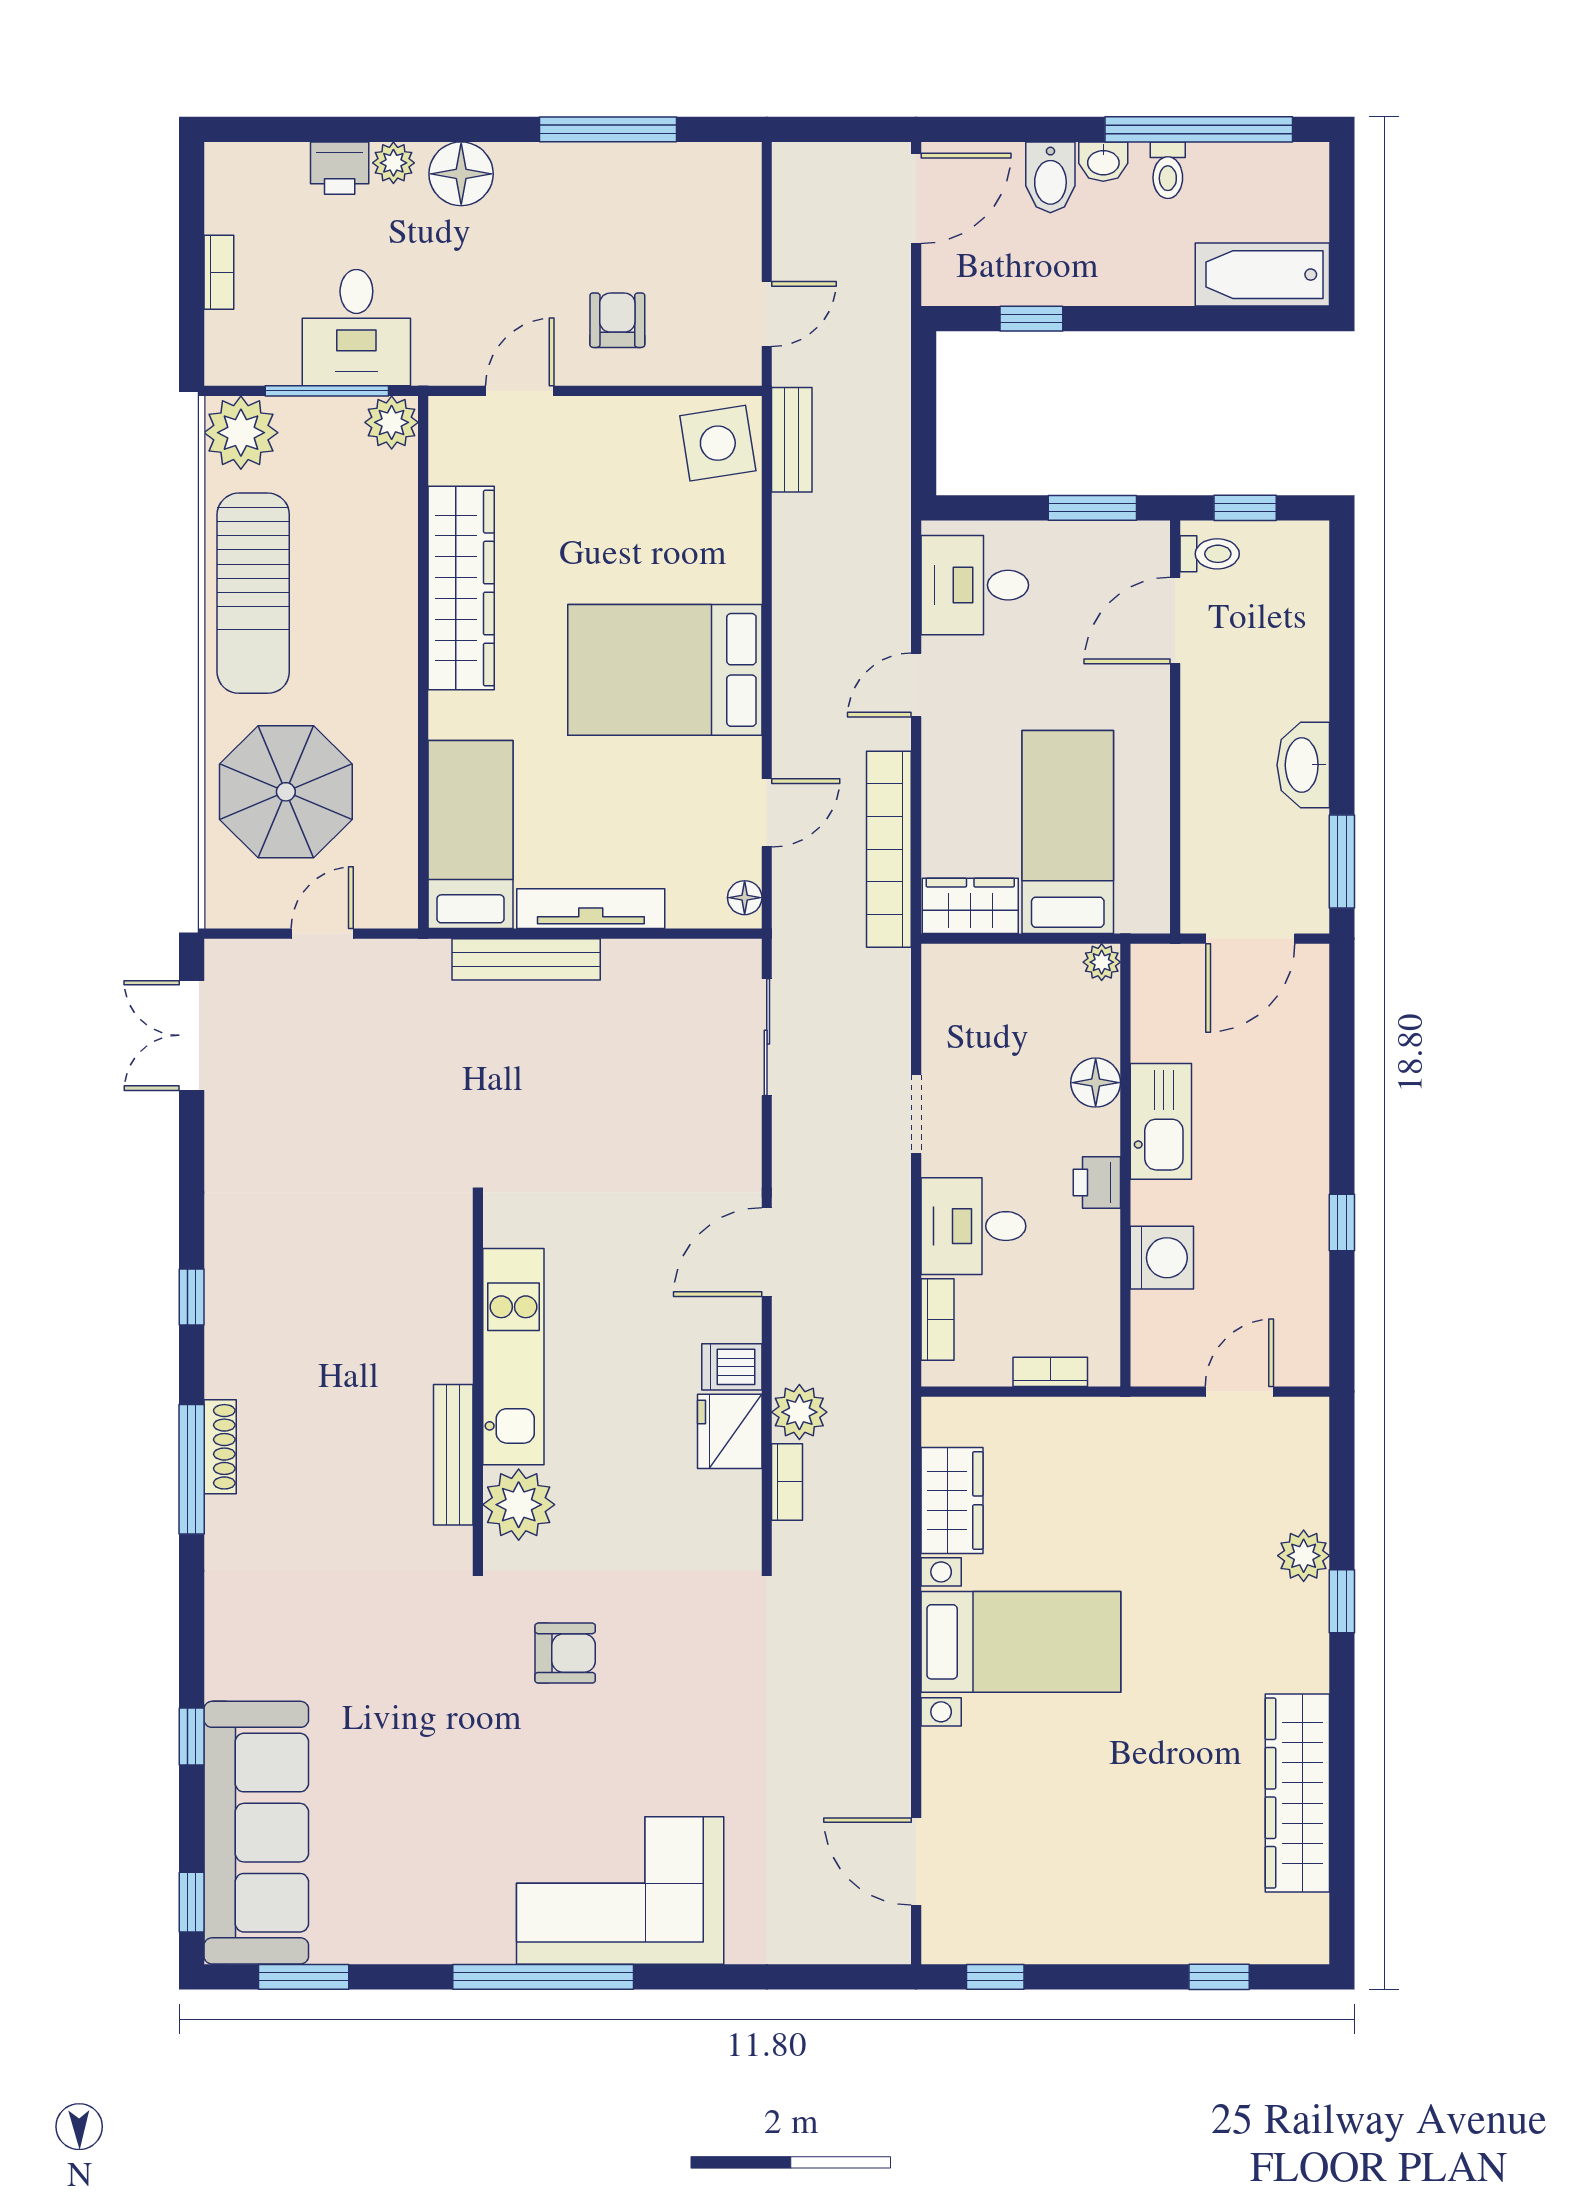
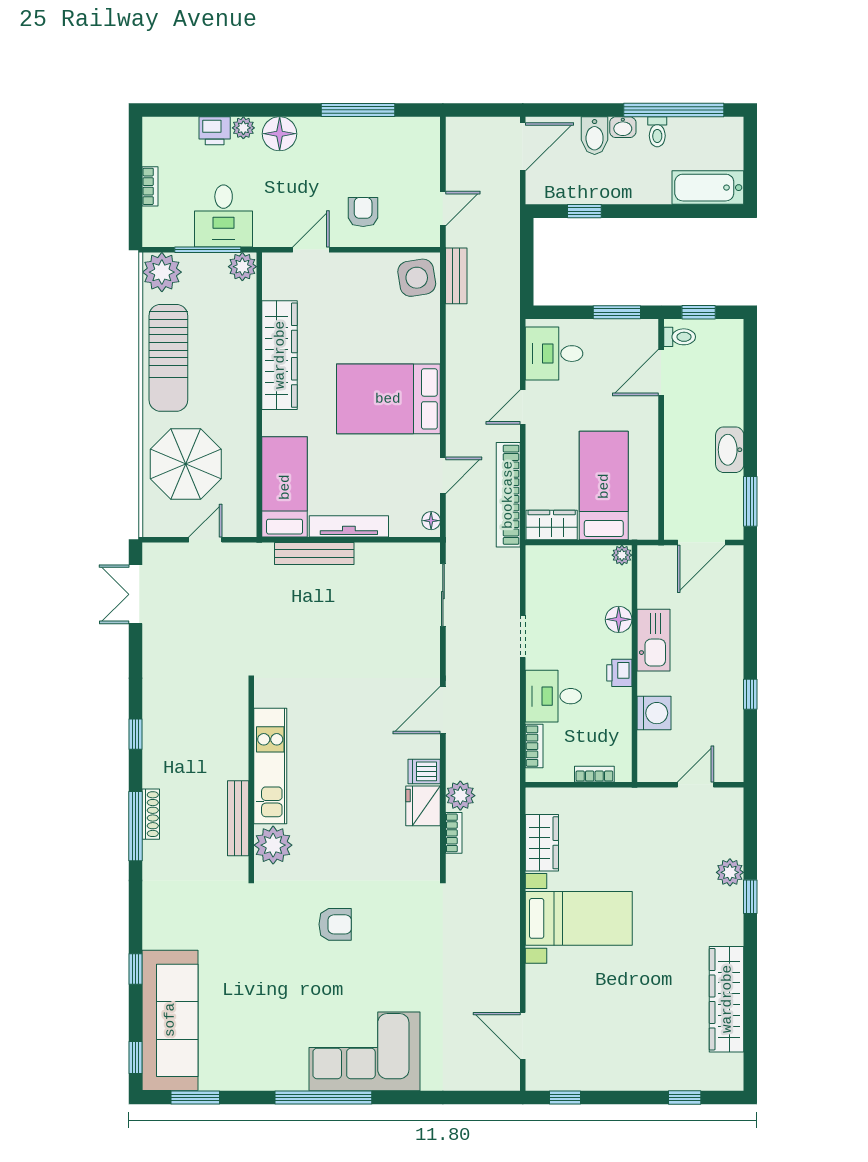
kitchen unit: (513, 1357) -> (270, 766), moved
wall: (478, 1382) -> (251, 779), moved
bench: (453, 1455) -> (238, 818), moved
plant: (519, 1505) -> (273, 845), moved

